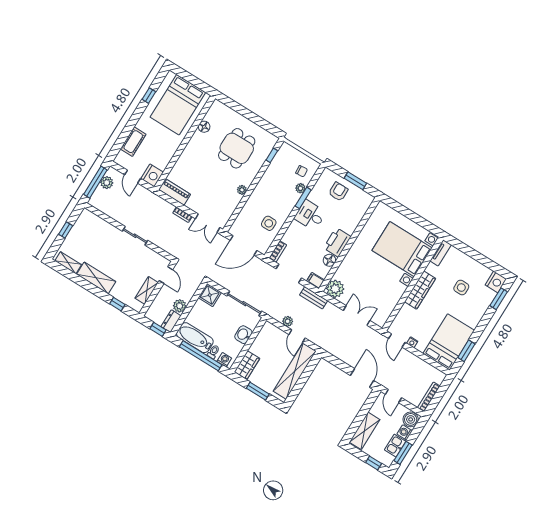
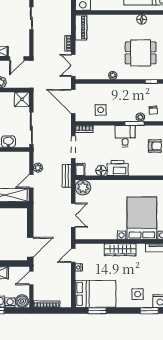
side table: (461, 288) -> (138, 294), moved

